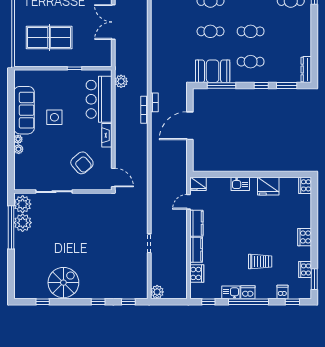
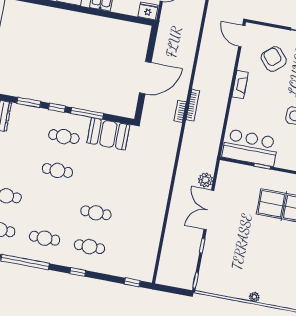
double door: (113, 22) -> (209, 210), swing flipped
cafe table: (210, 31) -> (102, 179), removed
plant: (121, 81) -> (206, 180), moved
window: (222, 85) -> (87, 113), moved
bar counter: (99, 99) -> (250, 148), moved, turned -90

